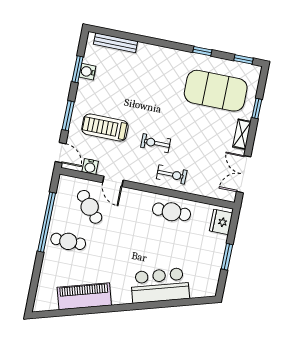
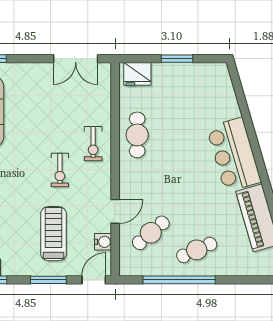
treadmill: (105, 128) -> (53, 234), turned 180
shelving: (242, 134) -> (29, 70), removed
exercise bike: (172, 175) -> (93, 144), turned 180
cafe table: (68, 241) -> (197, 250), turned 66
bar counter: (160, 285) -> (234, 155), moved

